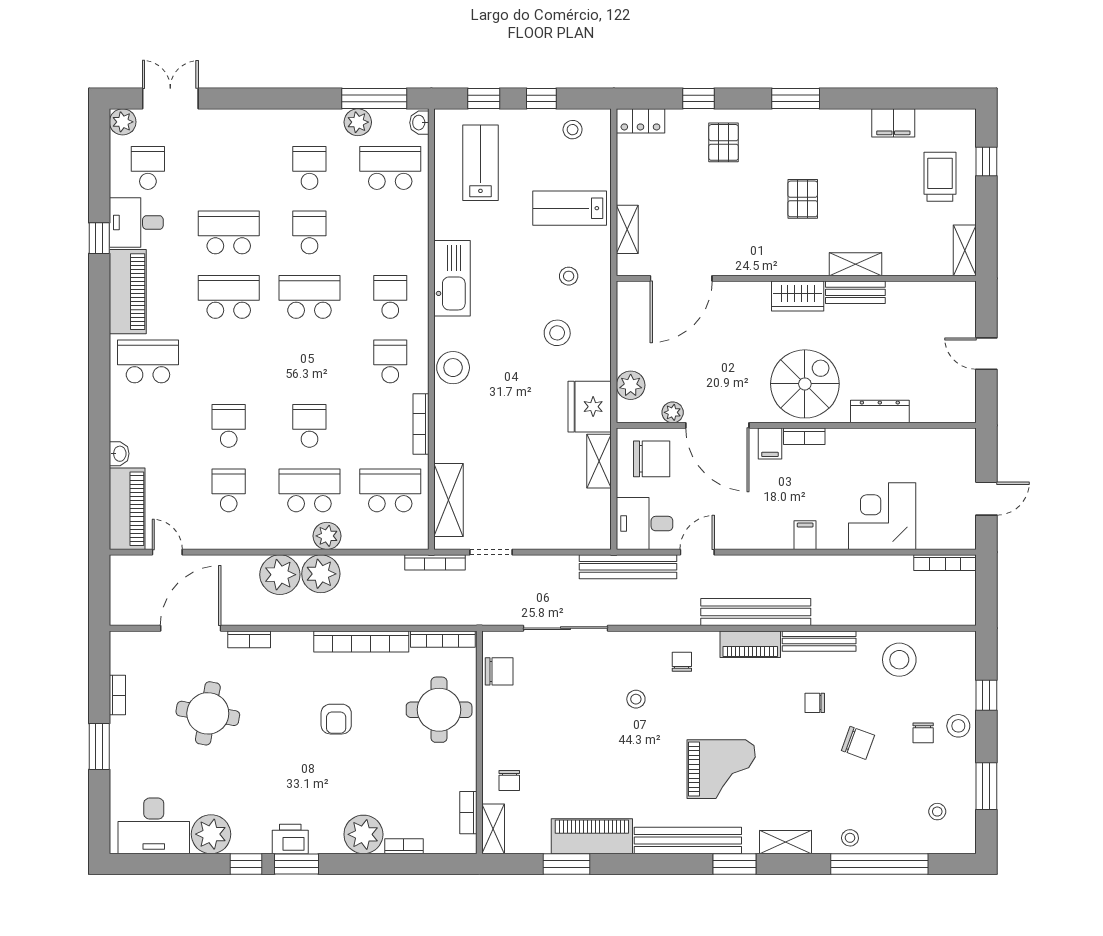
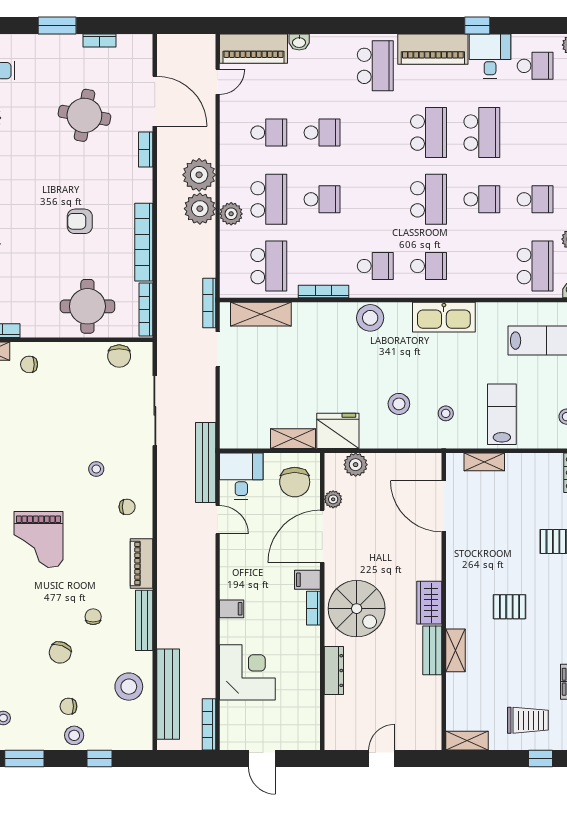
bench: (756, 612) -> (168, 694), moved

